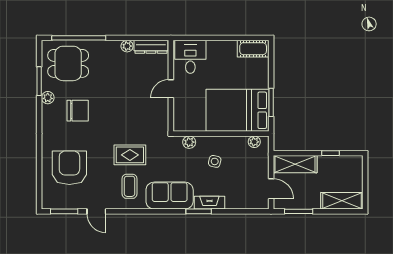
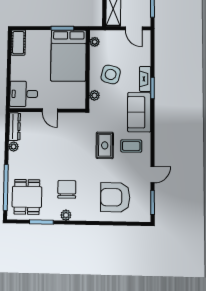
plant: (48, 98) -> (66, 215), moved
side table: (215, 161) -> (111, 74), width x1.87, depth x1.87
door: (271, 189) -> (134, 28), swing flipped

